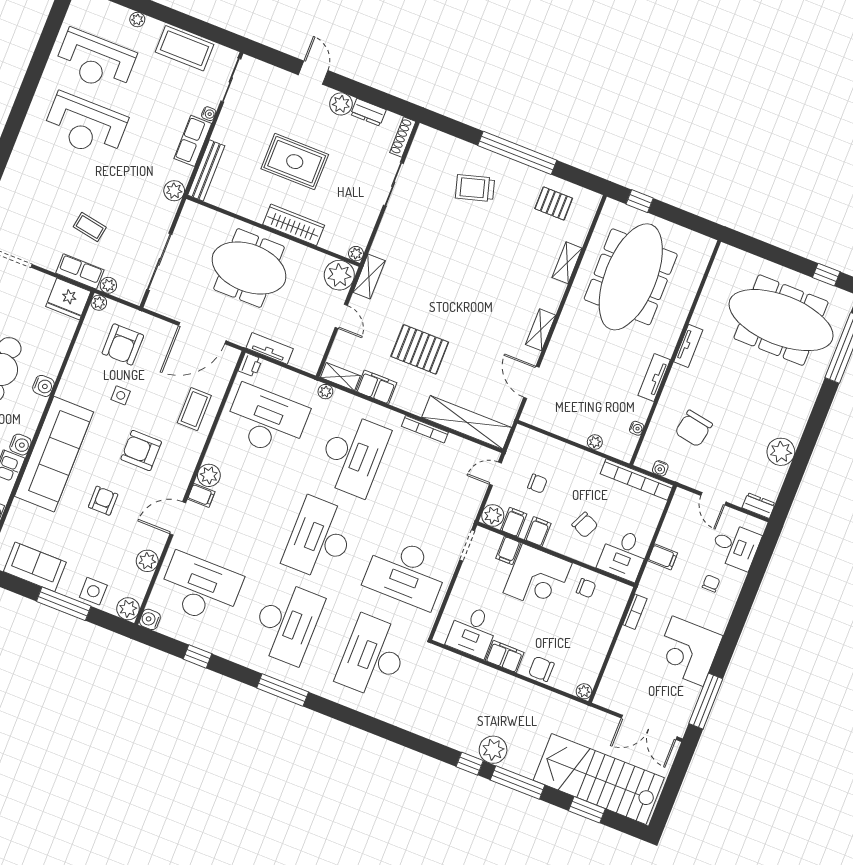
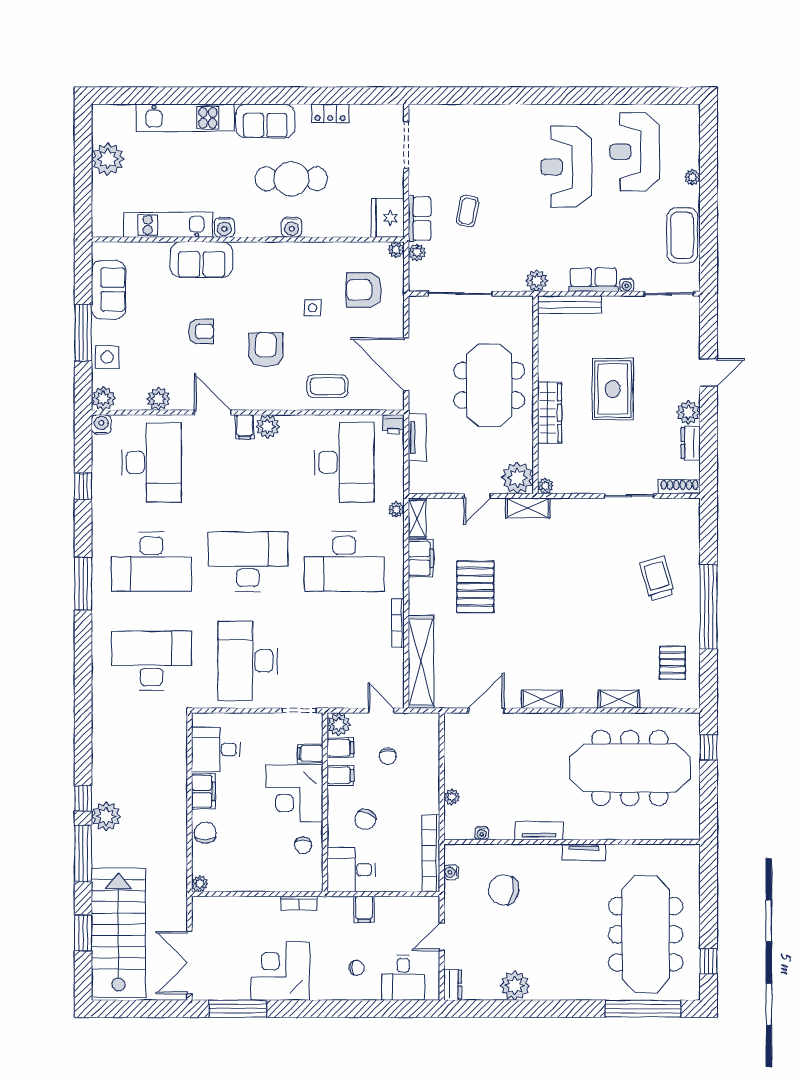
sofa: (54, 454) -> (201, 260), width x0.54, depth x0.79

